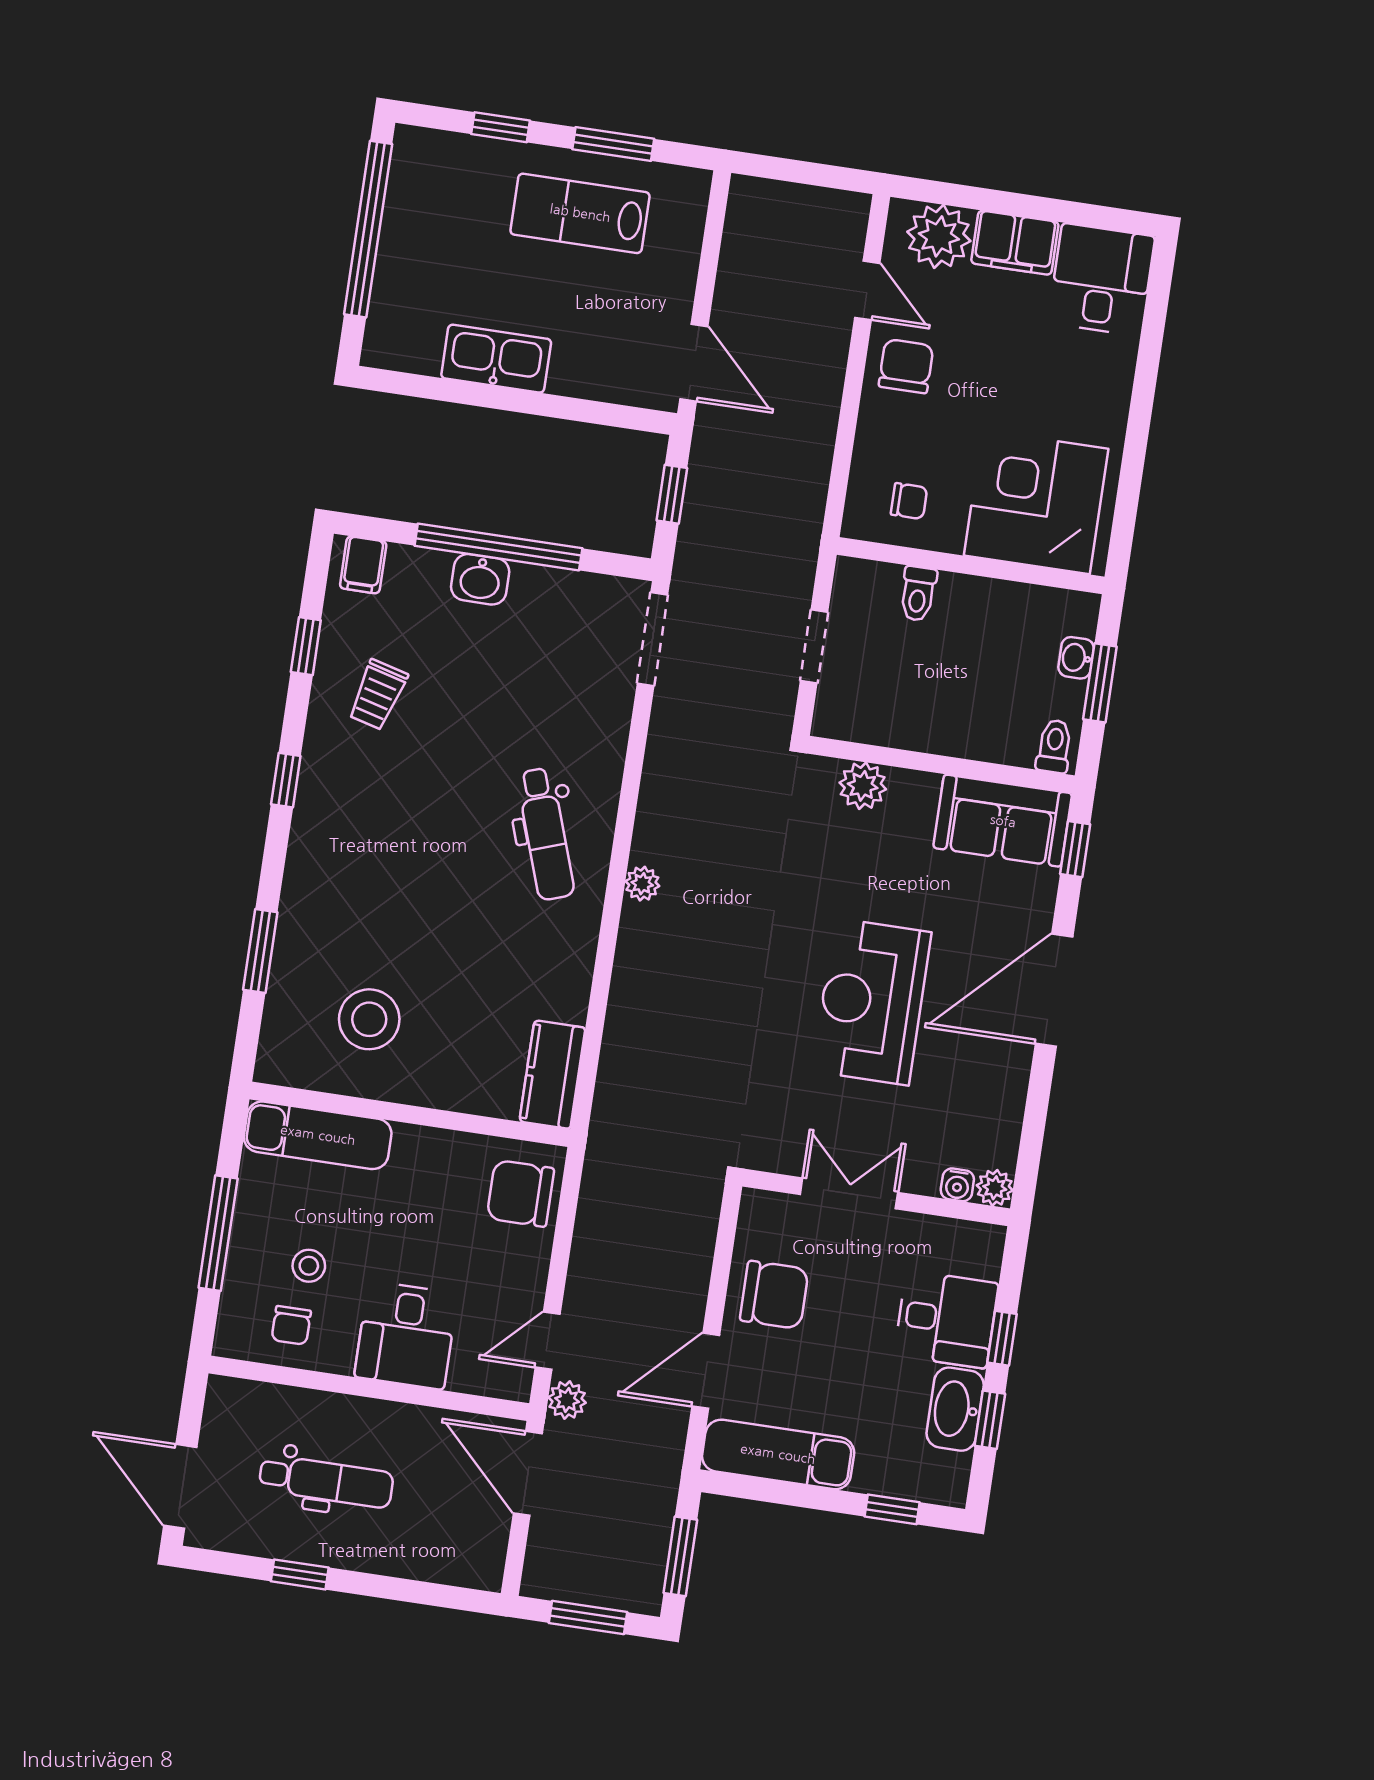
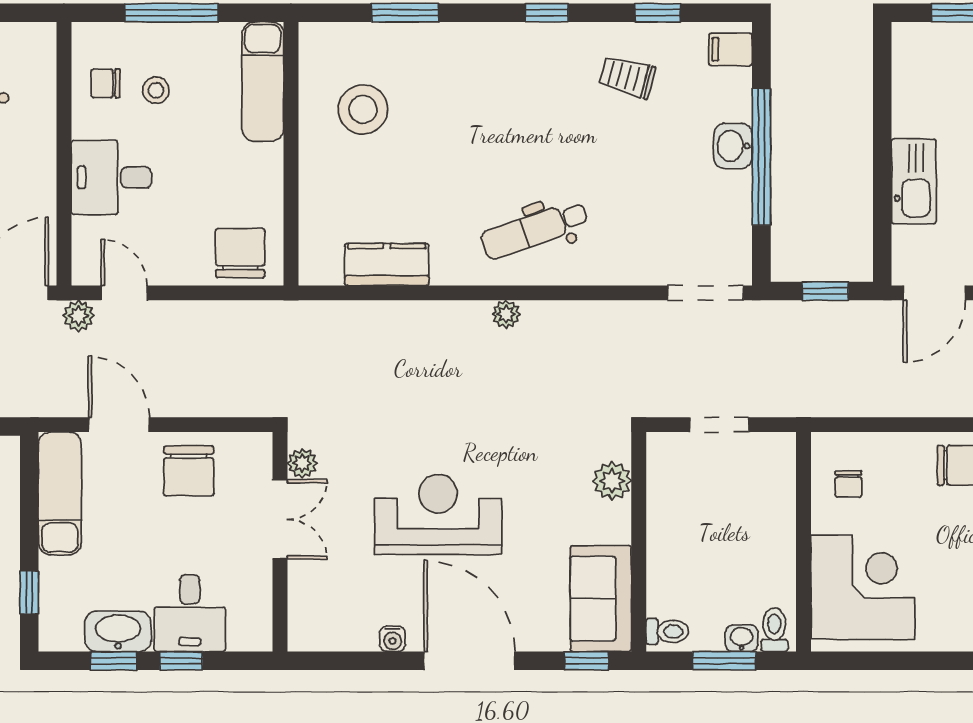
kitchen sink: (496, 359) -> (914, 181), moved
toilet: (918, 594) -> (774, 630), moved, turned 90
kitchen counter: (552, 1075) -> (387, 264), moved
water cooler: (957, 1185) -> (393, 639), moved, turned -90
plant: (995, 1188) -> (302, 463), moved

